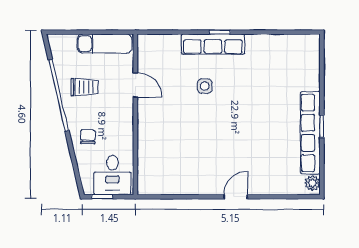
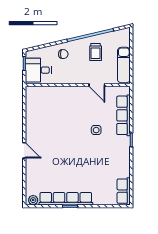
row of seats: (213, 44) -> (123, 115), moved
row of seats: (299, 44) -> (124, 191), added
door: (135, 85) -> (97, 85), hinge flipped

